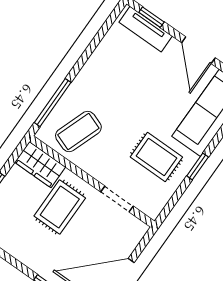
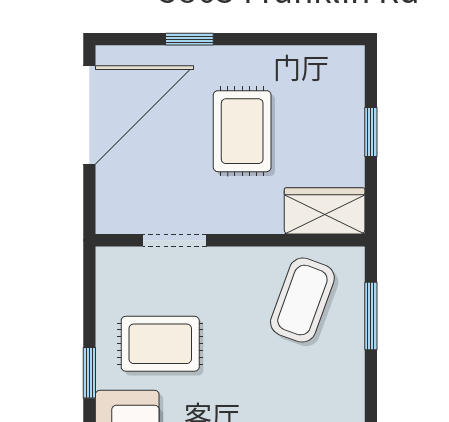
window: (53, 103) -> (371, 316), width x0.69
rug: (60, 207) -> (242, 131), moved

